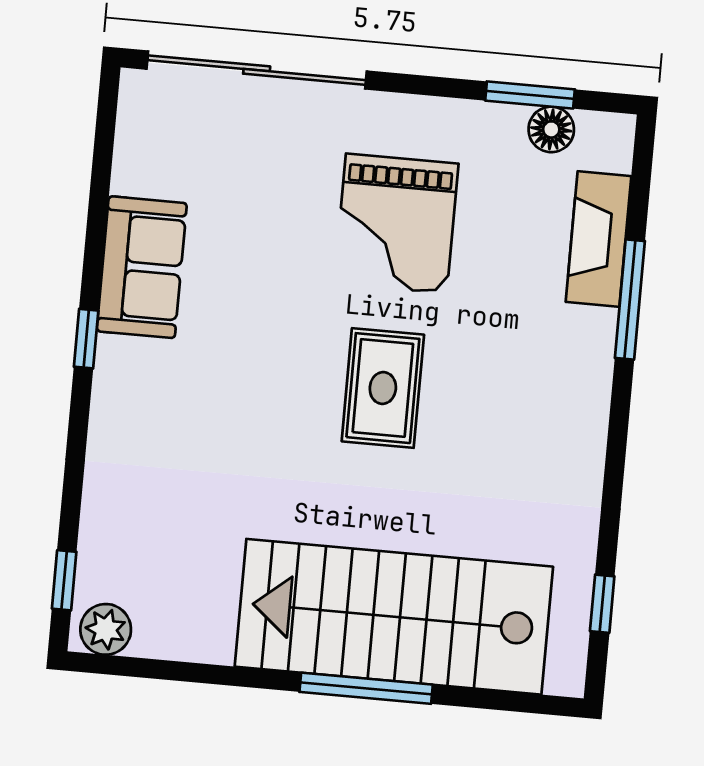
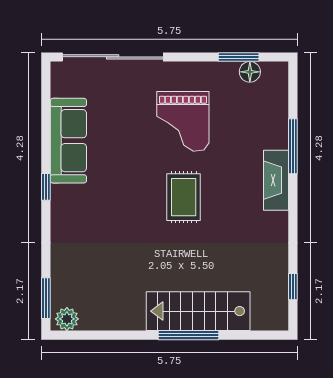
fireplace: (599, 239) -> (276, 180), moved
sofa: (142, 267) -> (68, 141), width x1.36
window: (64, 580) -> (46, 298), width x1.50
stairs: (394, 617) -> (198, 311), width x0.73, depth x0.66

